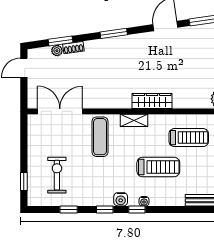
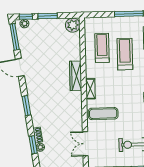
double door: (60, 111) -> (85, 144), width x0.73
treadmill: (158, 167) -> (125, 54), moved

